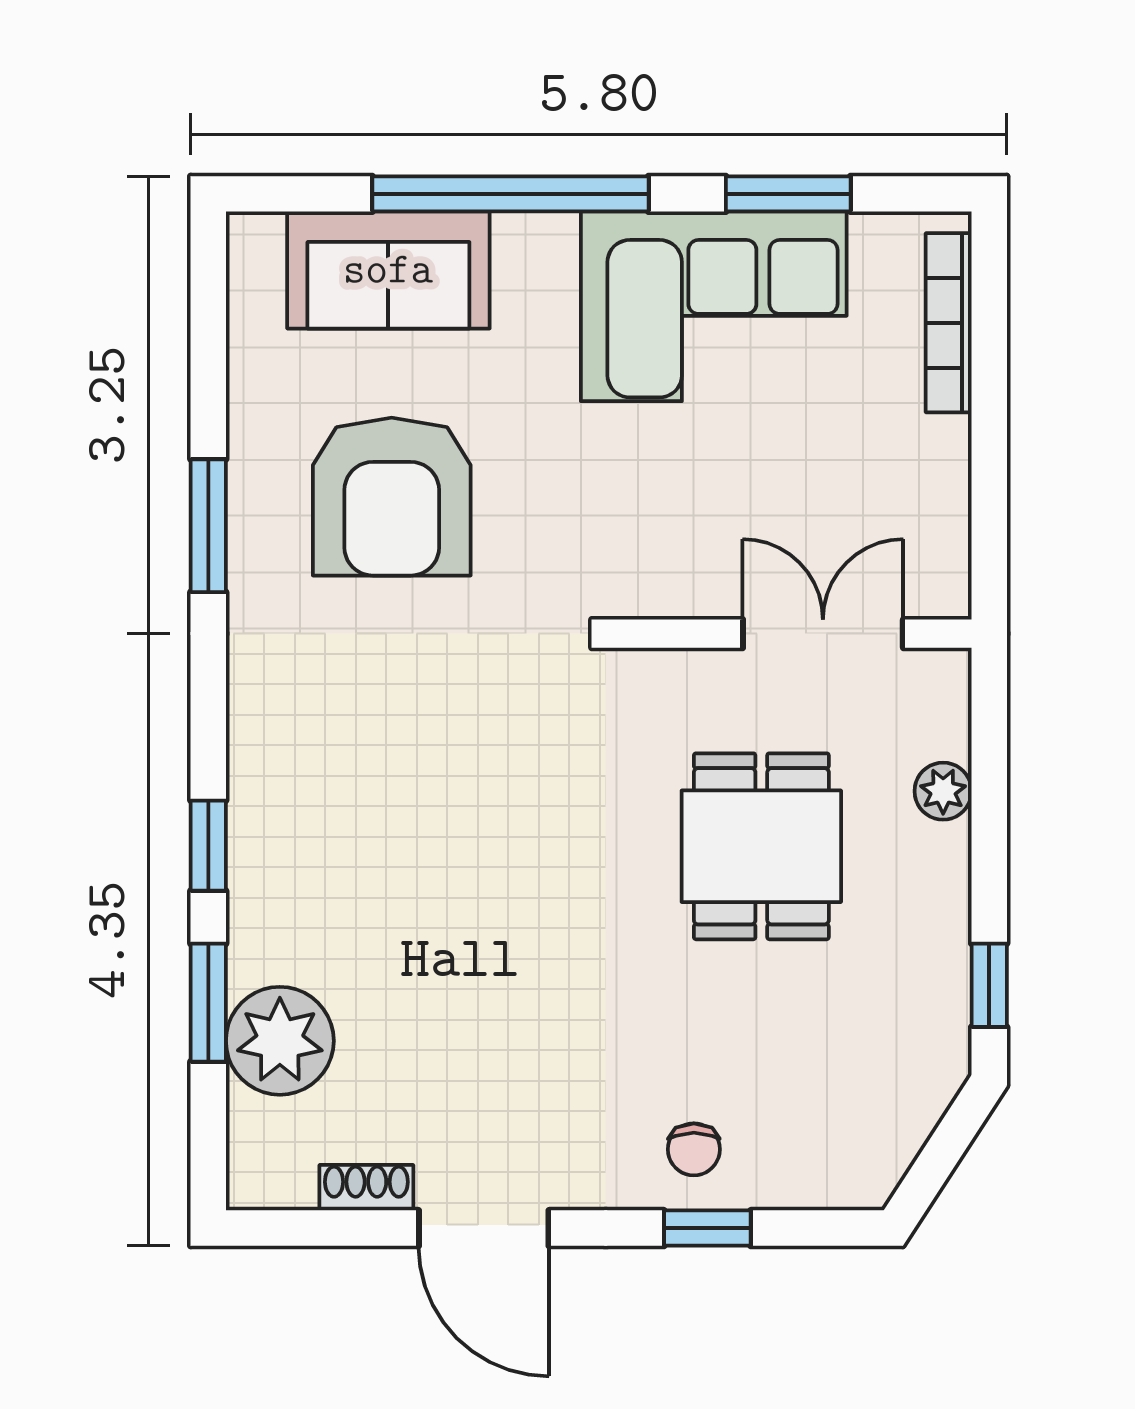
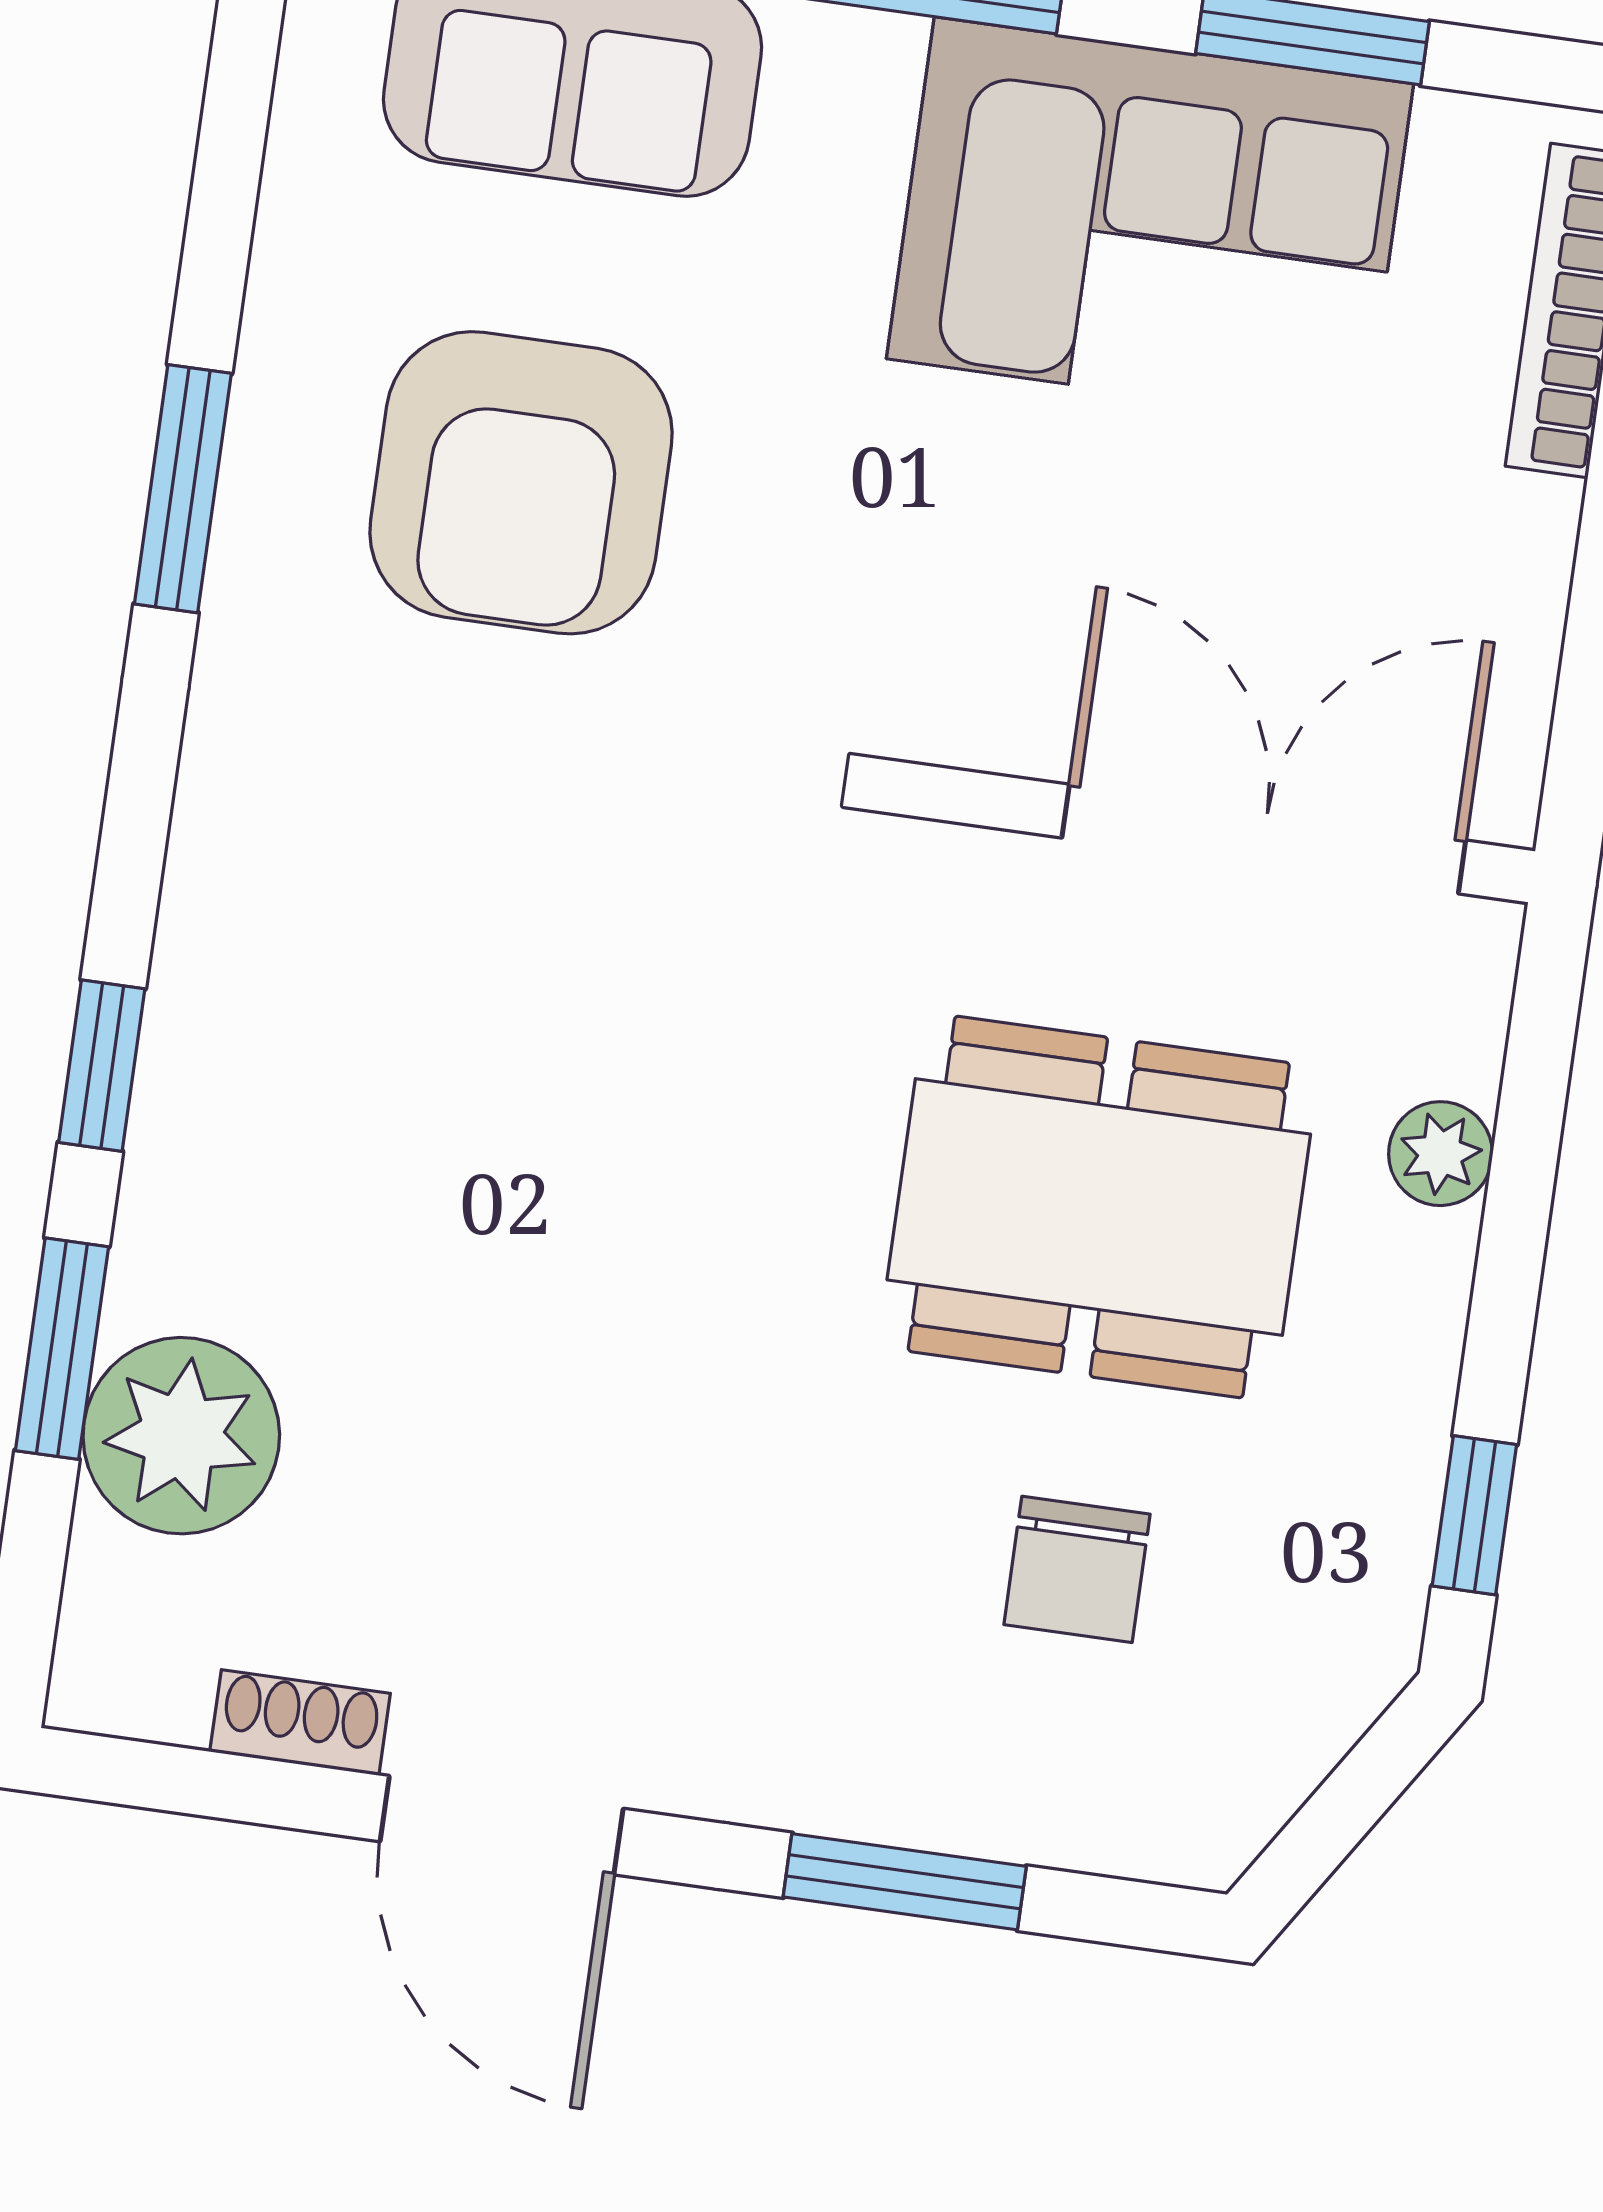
double door: (823, 634) -> (1264, 839), width x1.37
dining table: (761, 846) -> (1099, 1207), width x1.38
chair: (694, 1149) -> (1077, 1569), moved, width x1.37, depth x1.37
window: (707, 1228) -> (905, 1882), width x1.50

